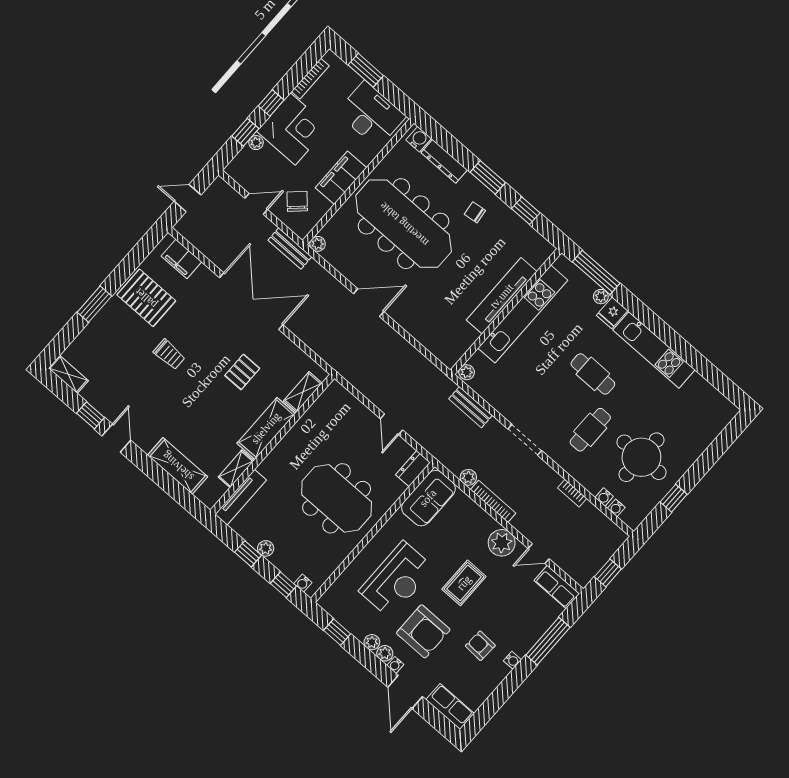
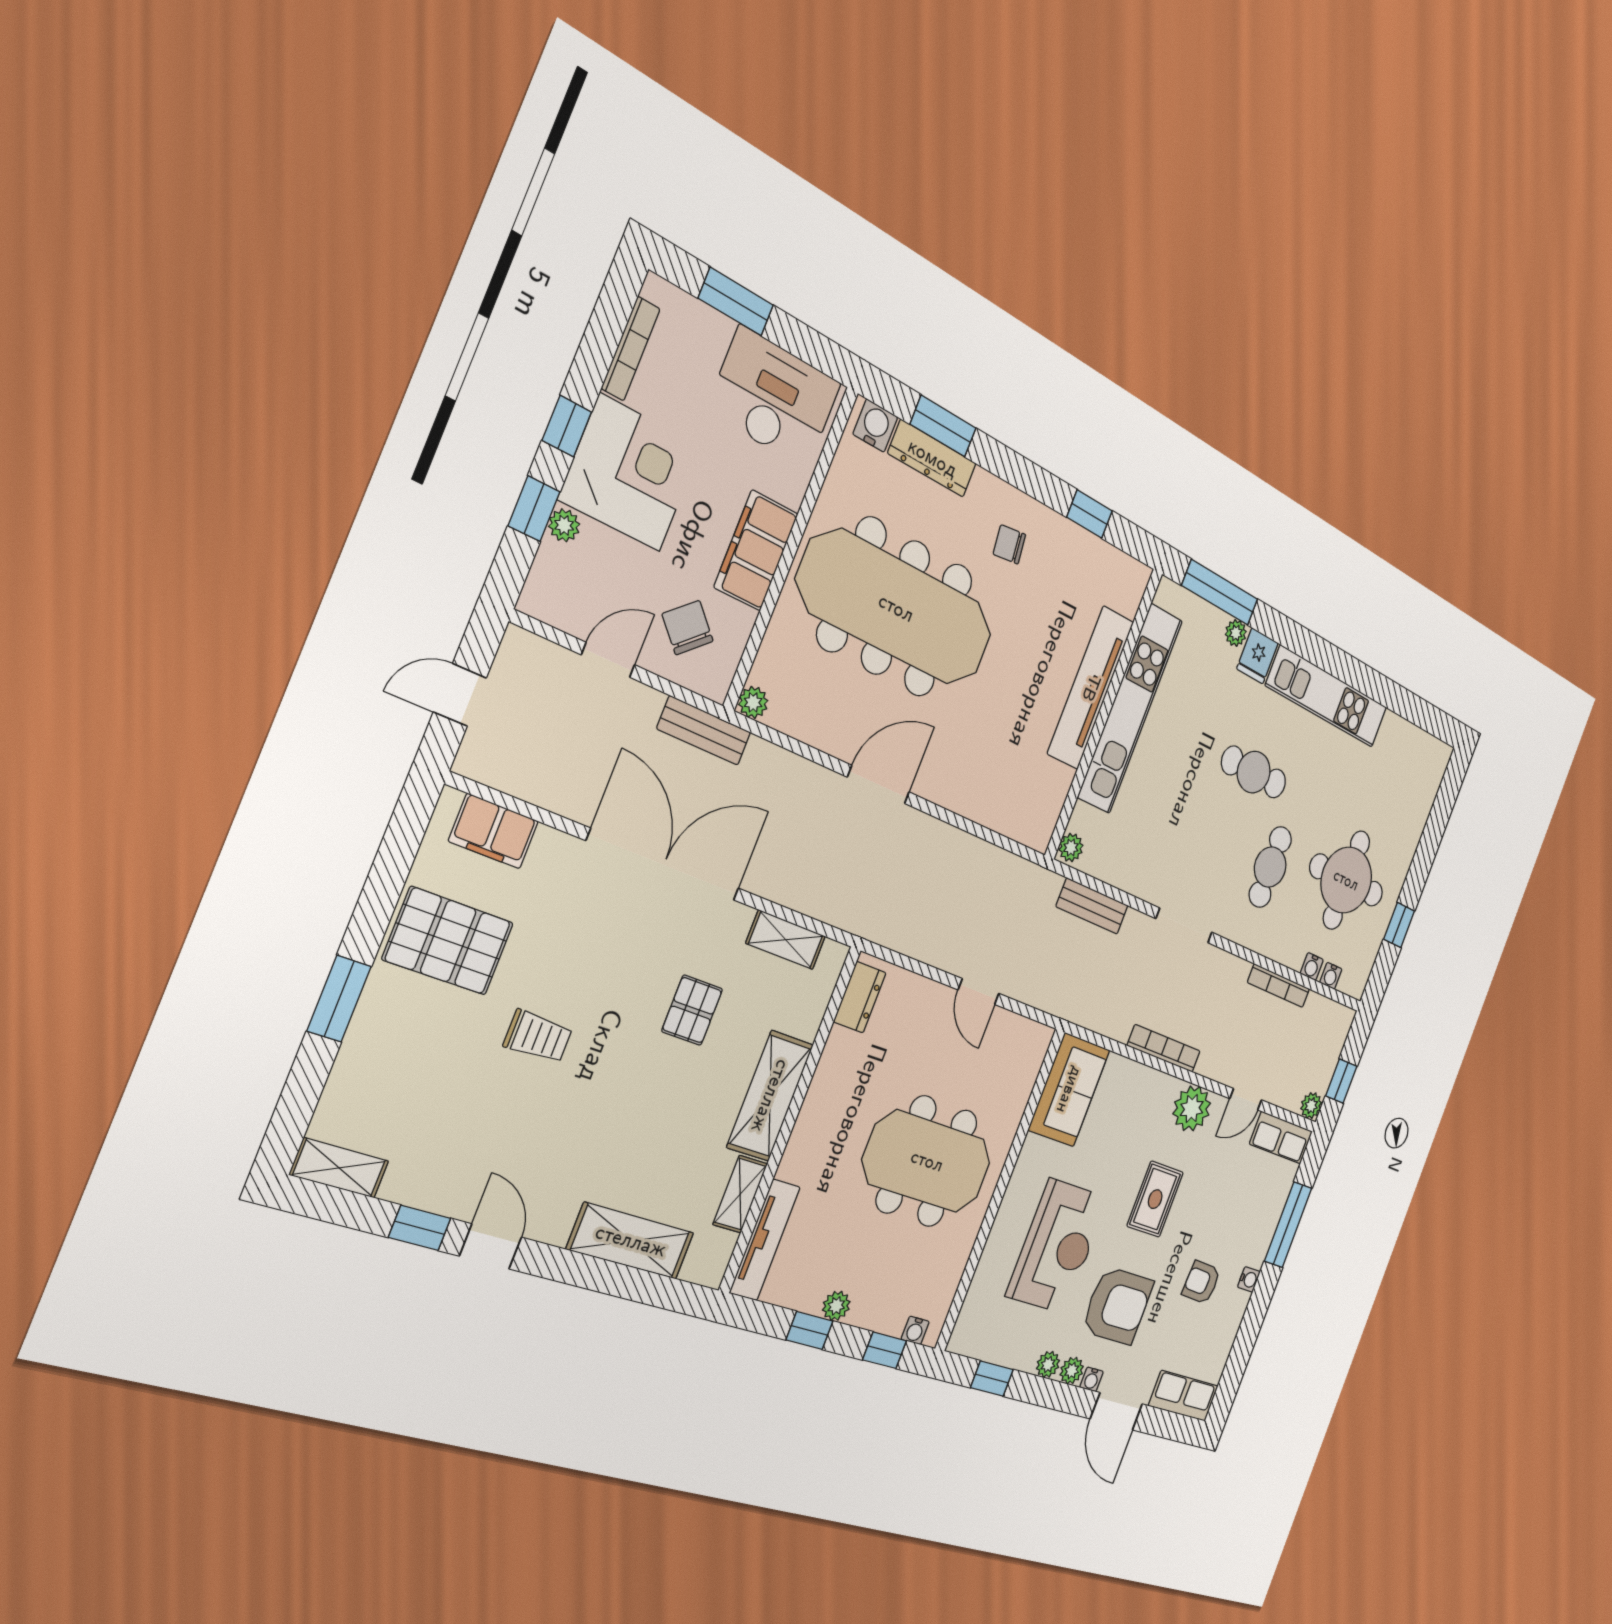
window: (488, 177) -> (943, 426), moved
shelving: (303, 392) -> (786, 940), moved, turned 90
dresser: (413, 469) -> (860, 997), moved, turned 180
plant: (468, 477) -> (1311, 1106), moved
bookcase: (572, 493) -> (1279, 986), width x1.56

